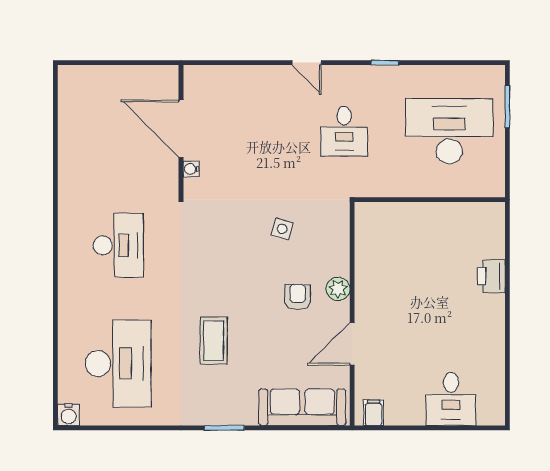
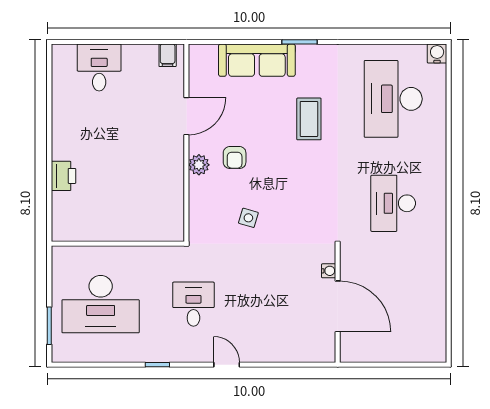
sofa: (302, 407) -> (257, 60), moved

